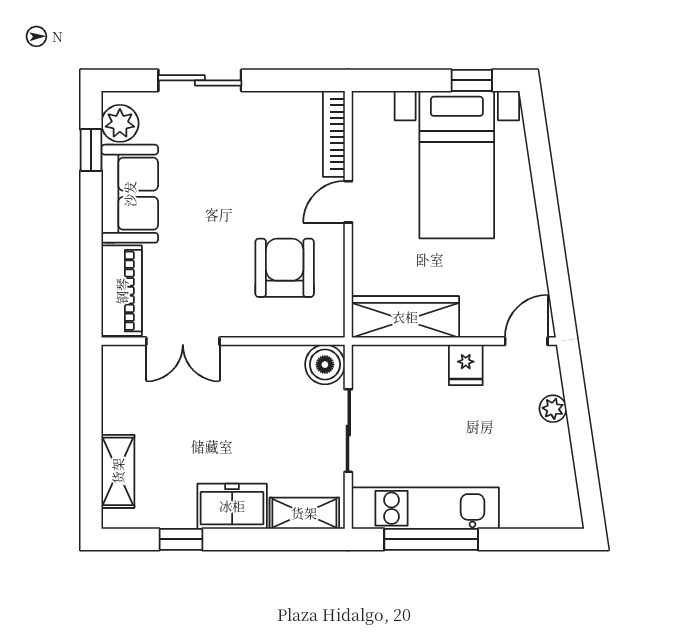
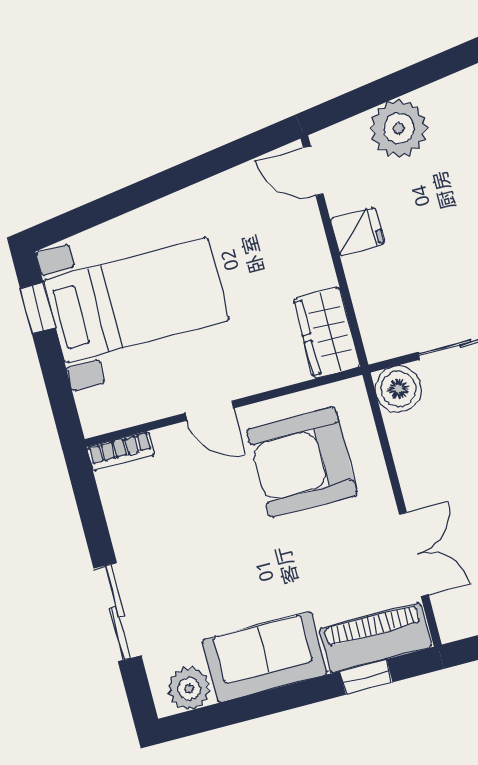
bookcase: (334, 134) -> (121, 451), width x0.64
window: (91, 150) -> (366, 677), moved
armchair: (285, 268) -> (302, 462), width x1.36, depth x1.36
wardrobe: (405, 317) -> (327, 333), width x0.67
plant: (553, 409) -> (399, 128), width x1.88, depth x1.88

